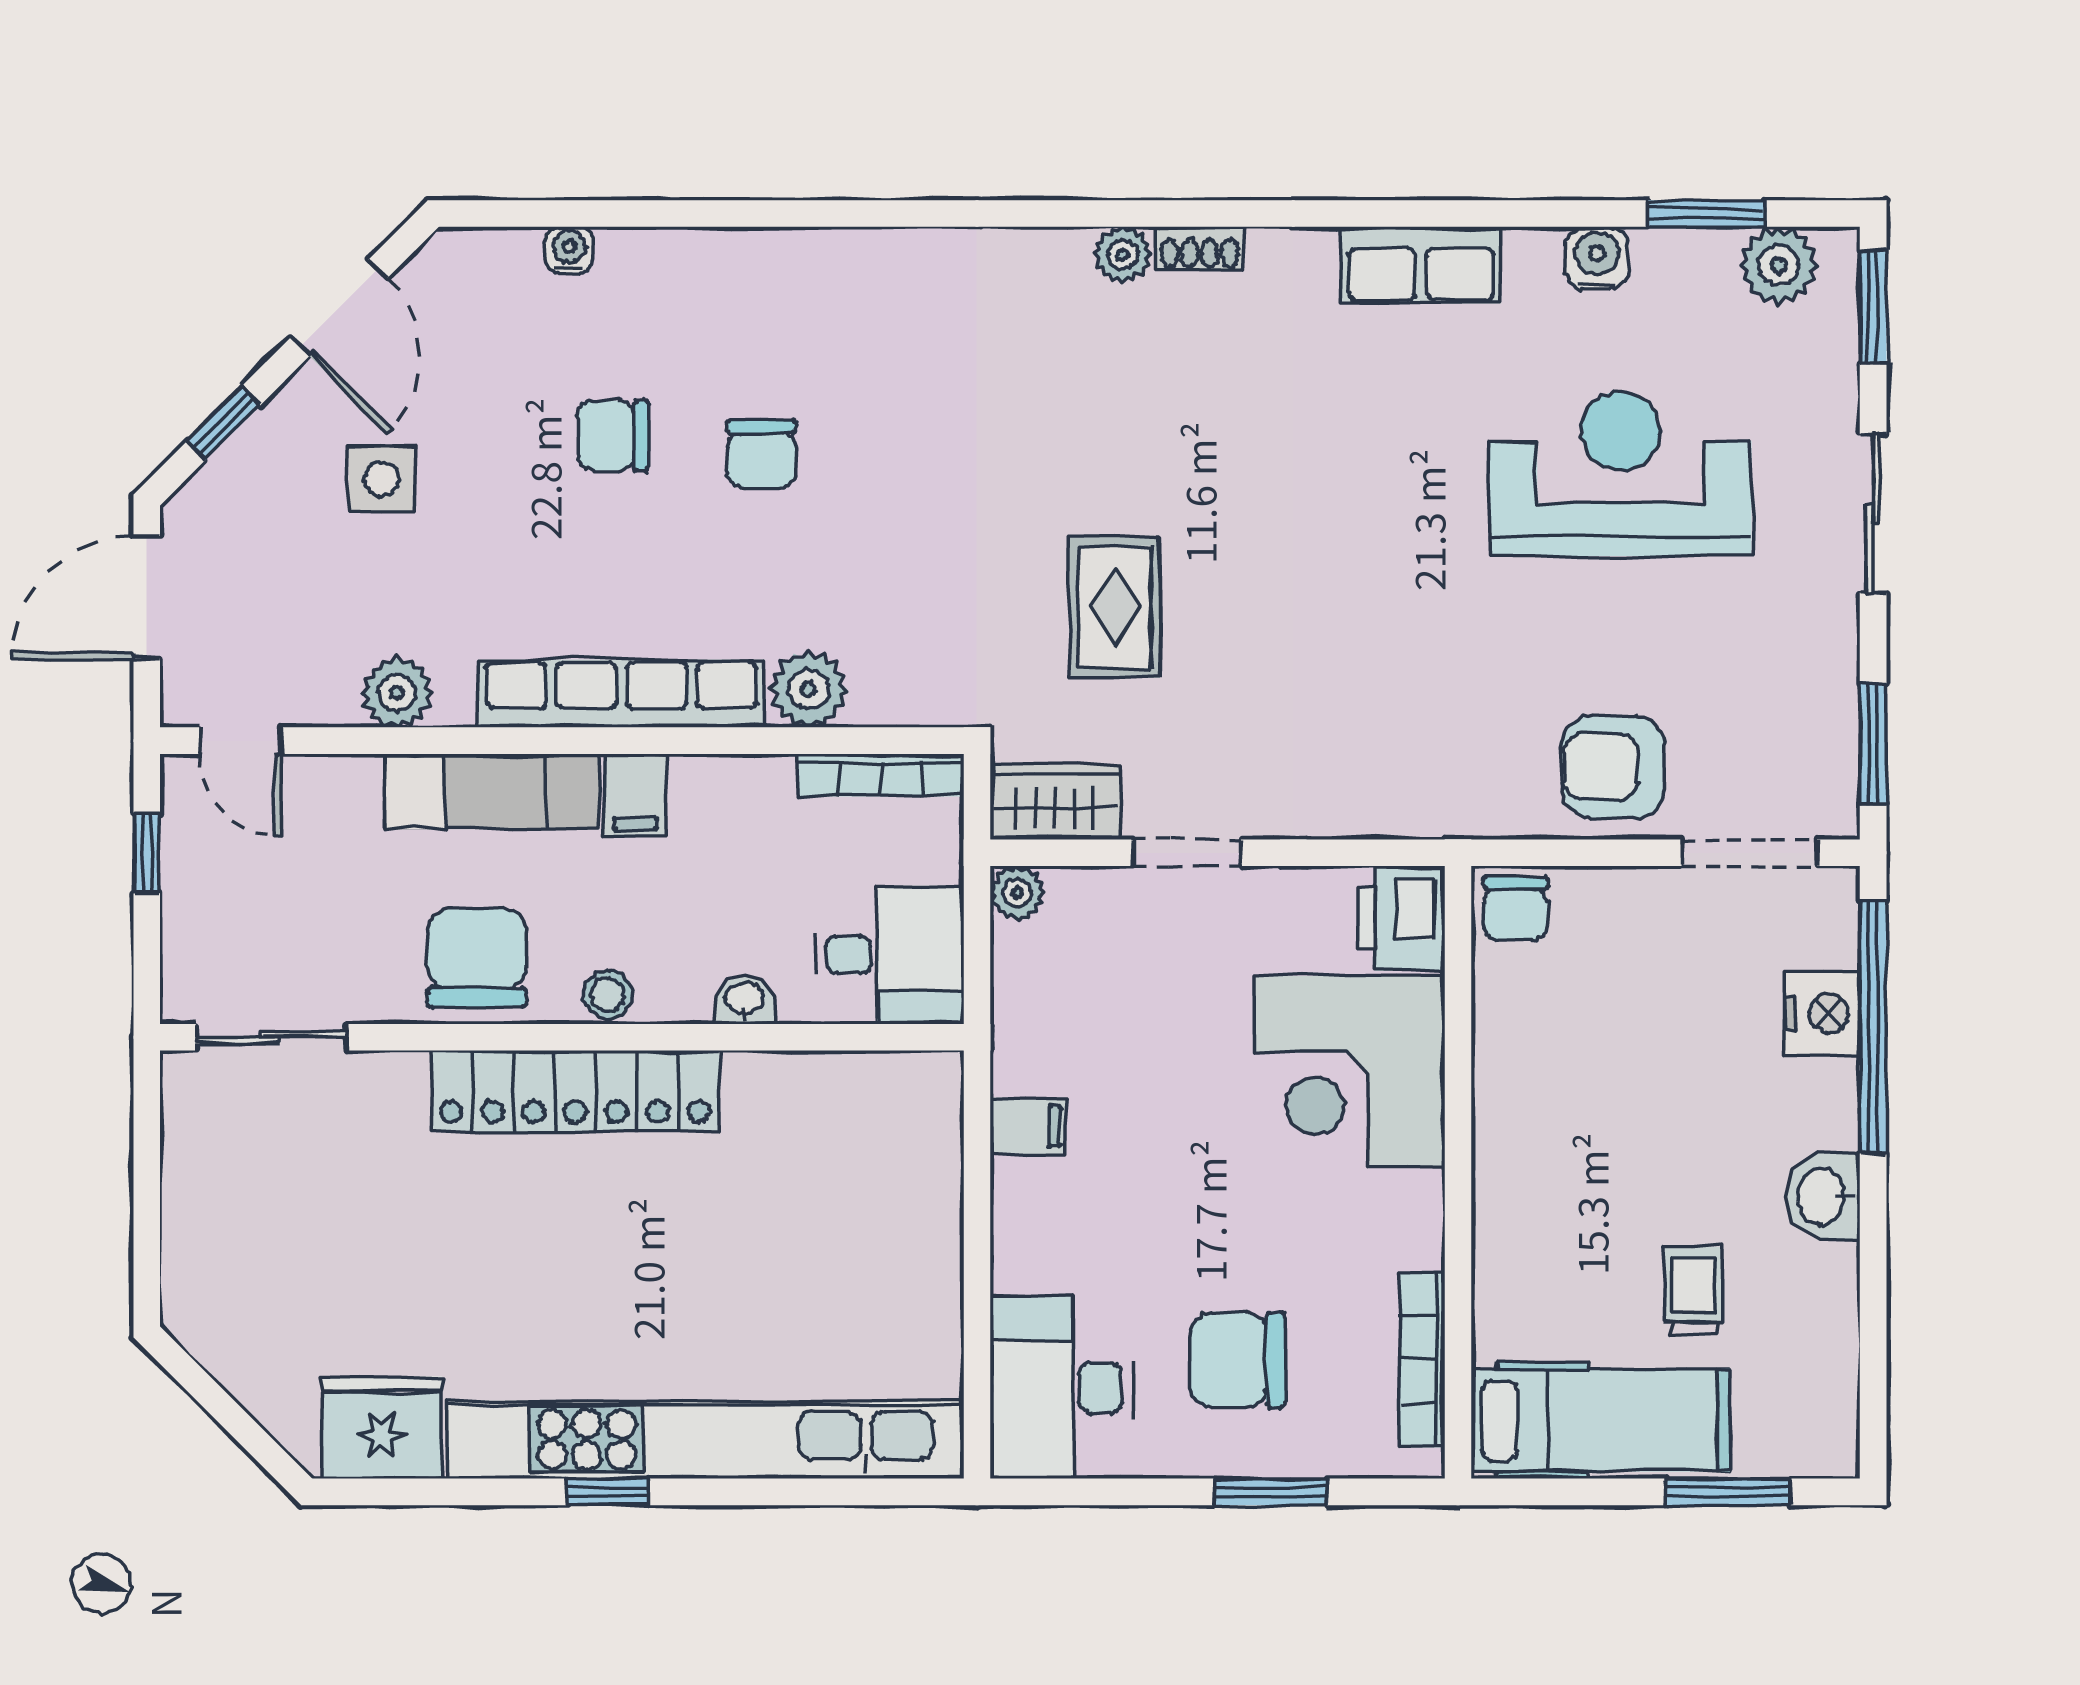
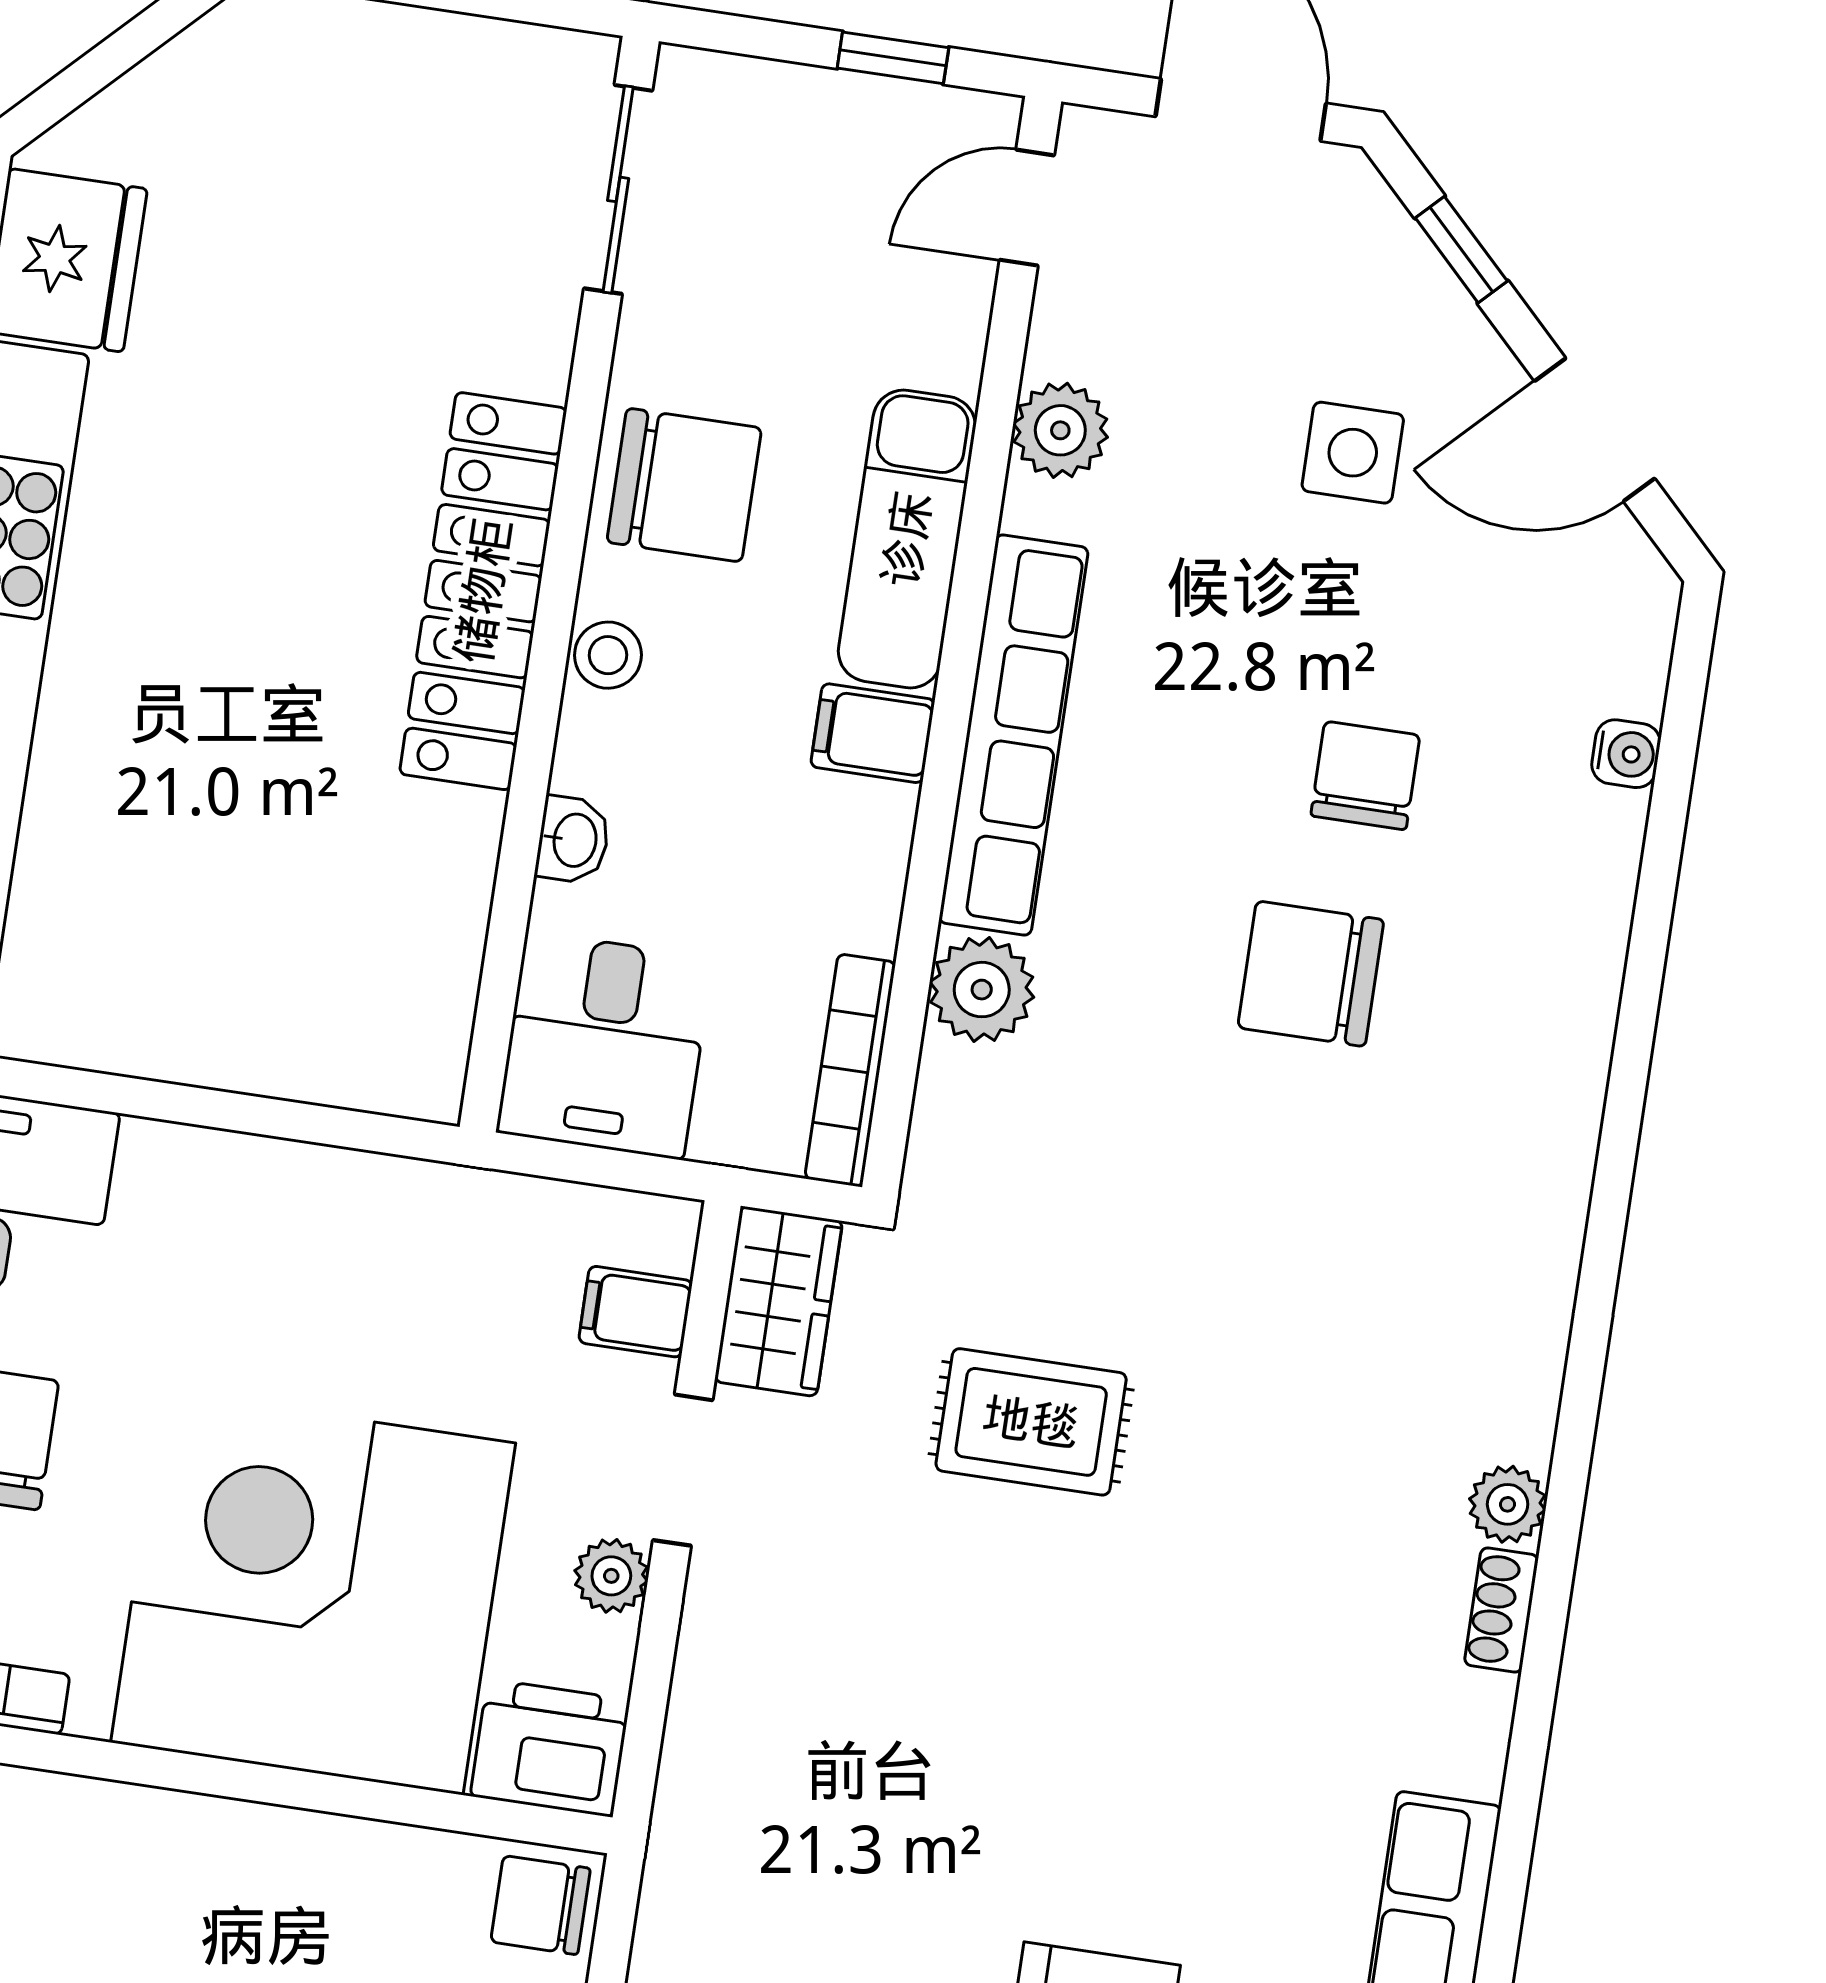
chair: (762, 454) -> (1311, 974), width x1.37, depth x1.37
plant: (1017, 893) -> (611, 1576), moved
corner desk: (1349, 1072) -> (313, 1593), width x1.36, depth x1.36
filing cabinet: (1028, 1126) -> (636, 1312), moved, turned 90

